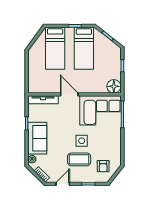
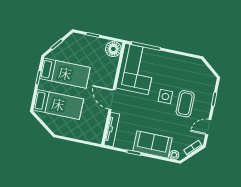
door: (69, 94) -> (112, 100), hinge flipped
armchair: (103, 166) -> (198, 79), removed
door: (63, 184) -> (208, 127), hinge flipped

